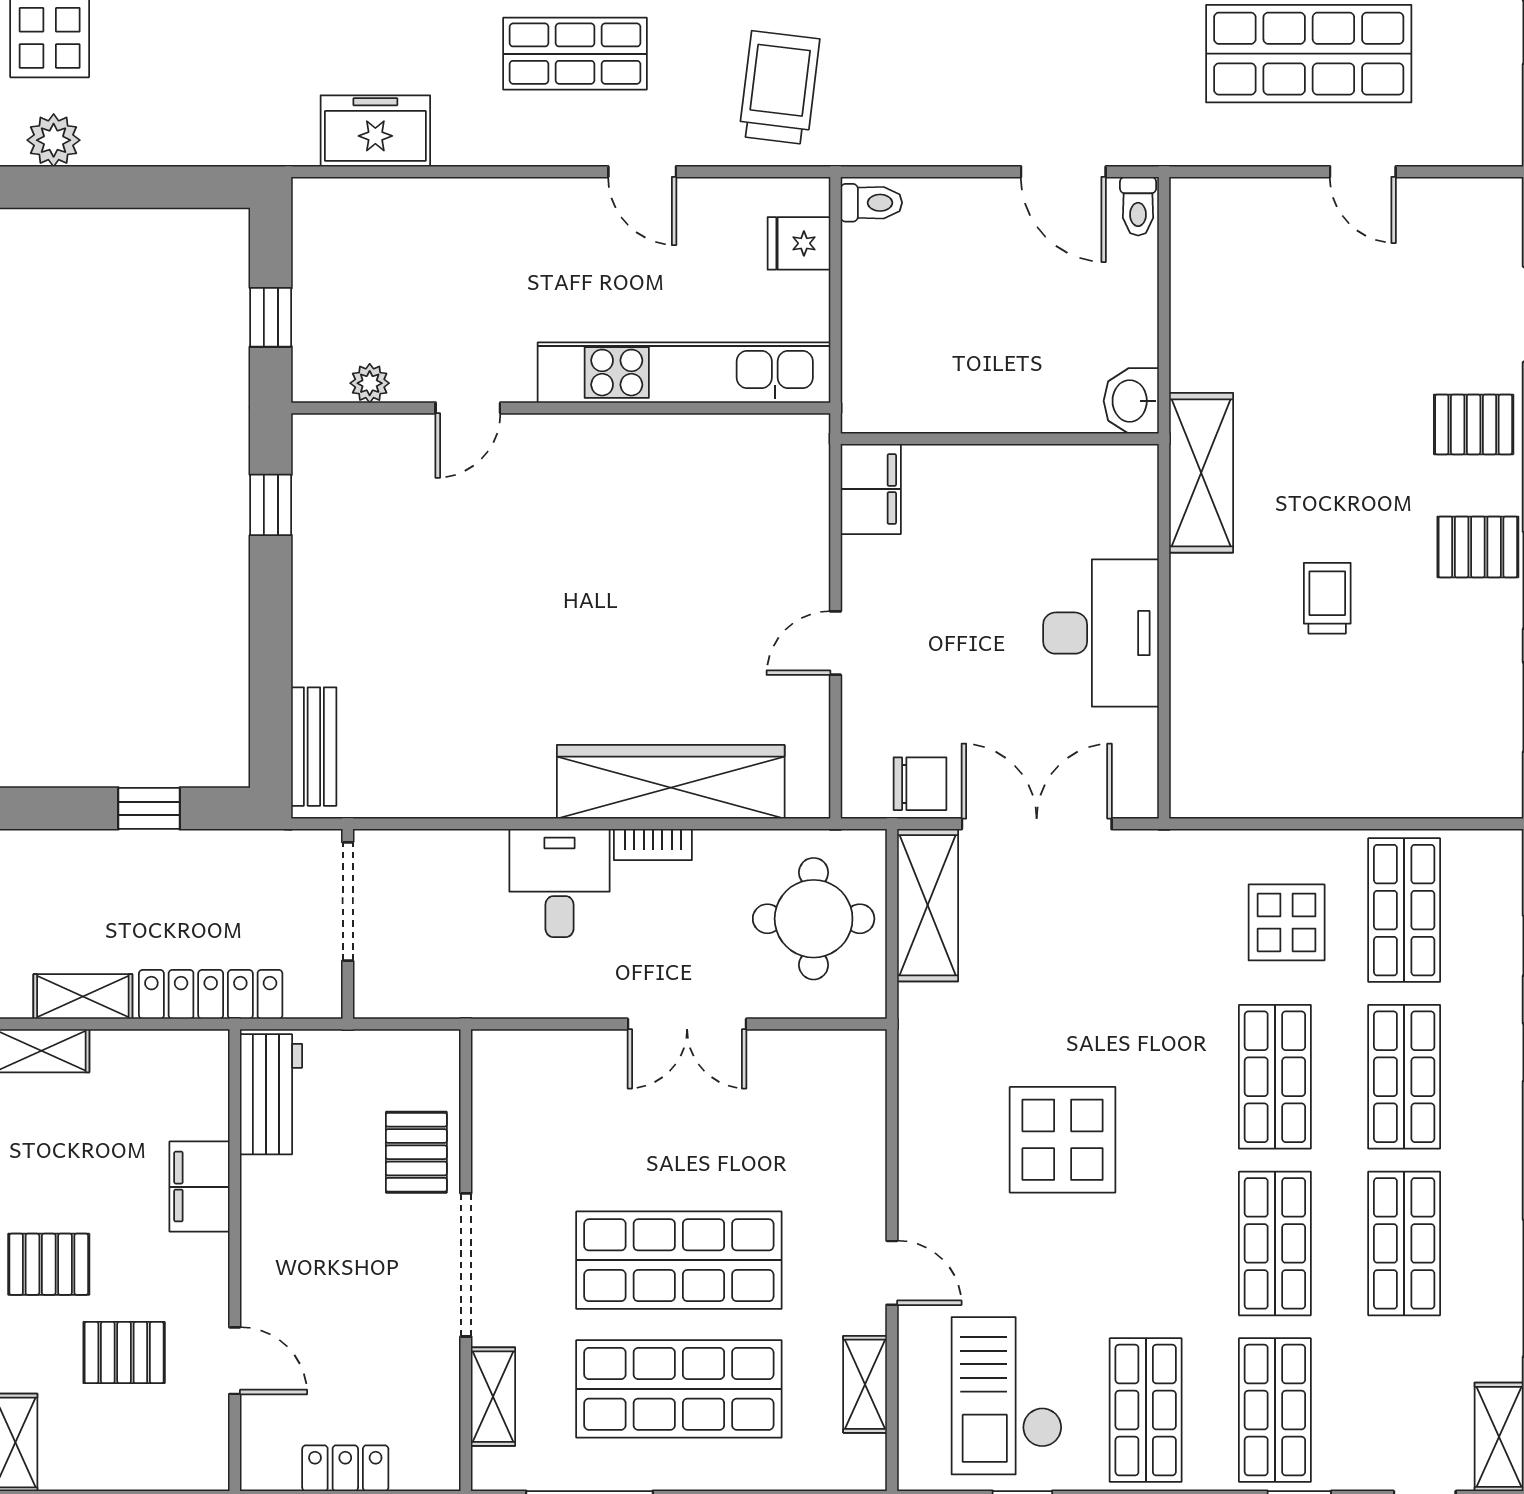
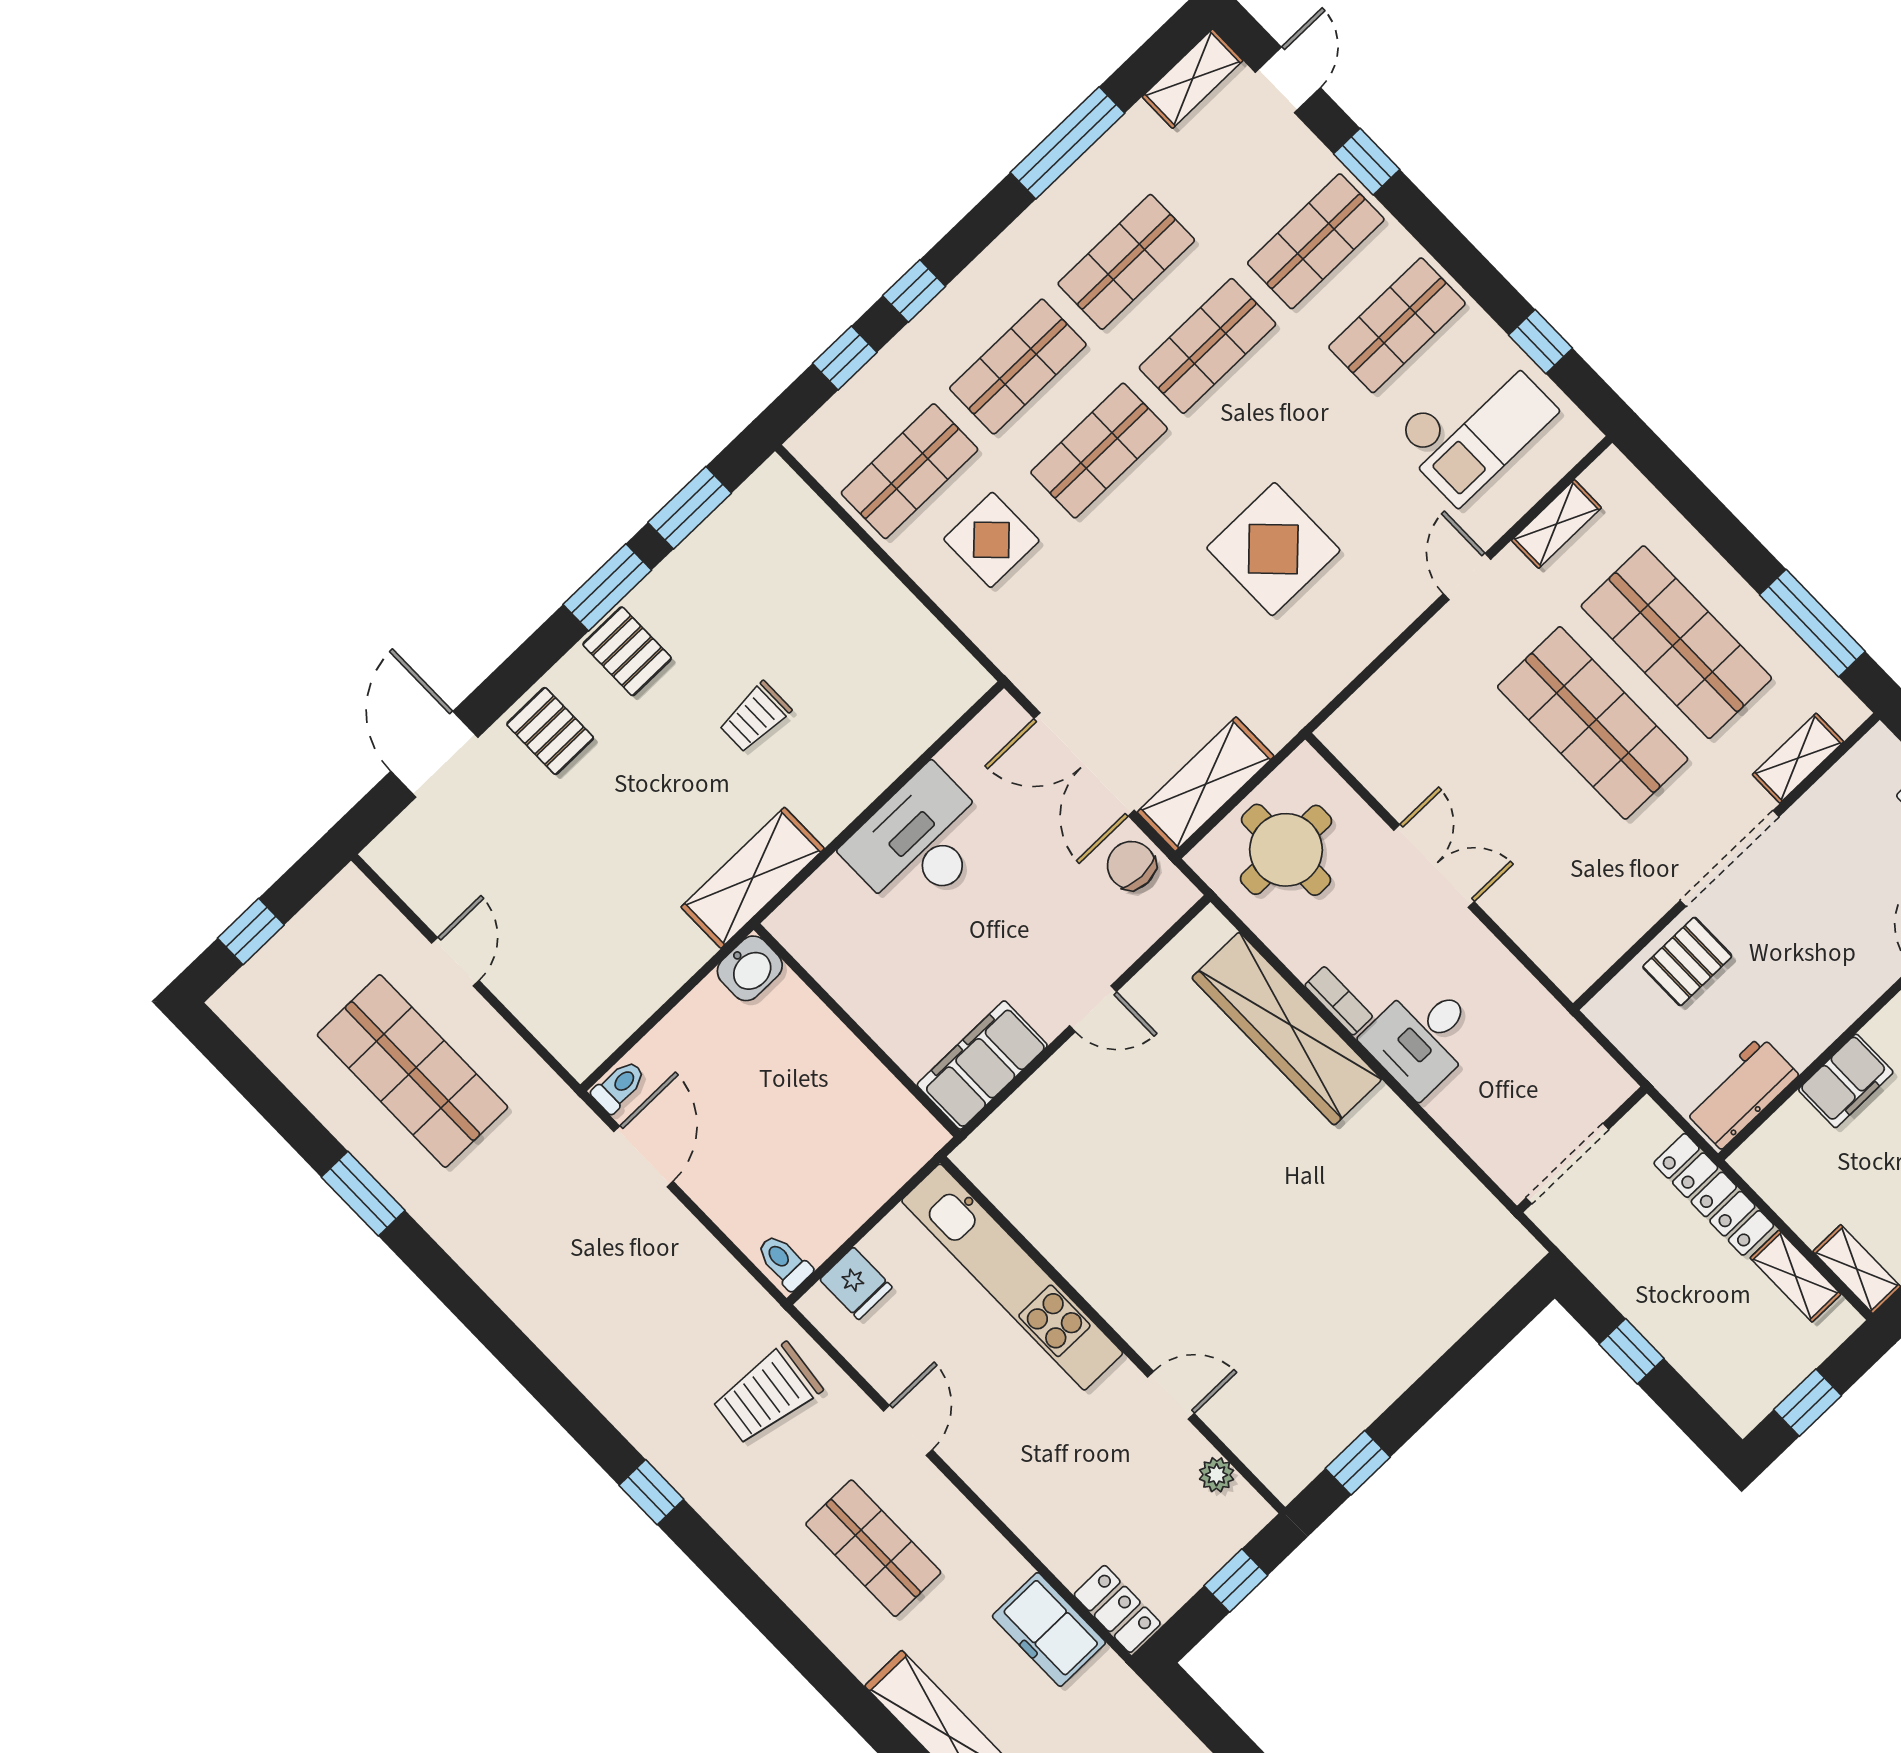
locker: (339, 201) -> (1117, 1609), added
filing cabinet: (871, 489) -> (982, 1065), width x1.50, depth x1.17
bench: (314, 747) -> (1488, 1283), removed

